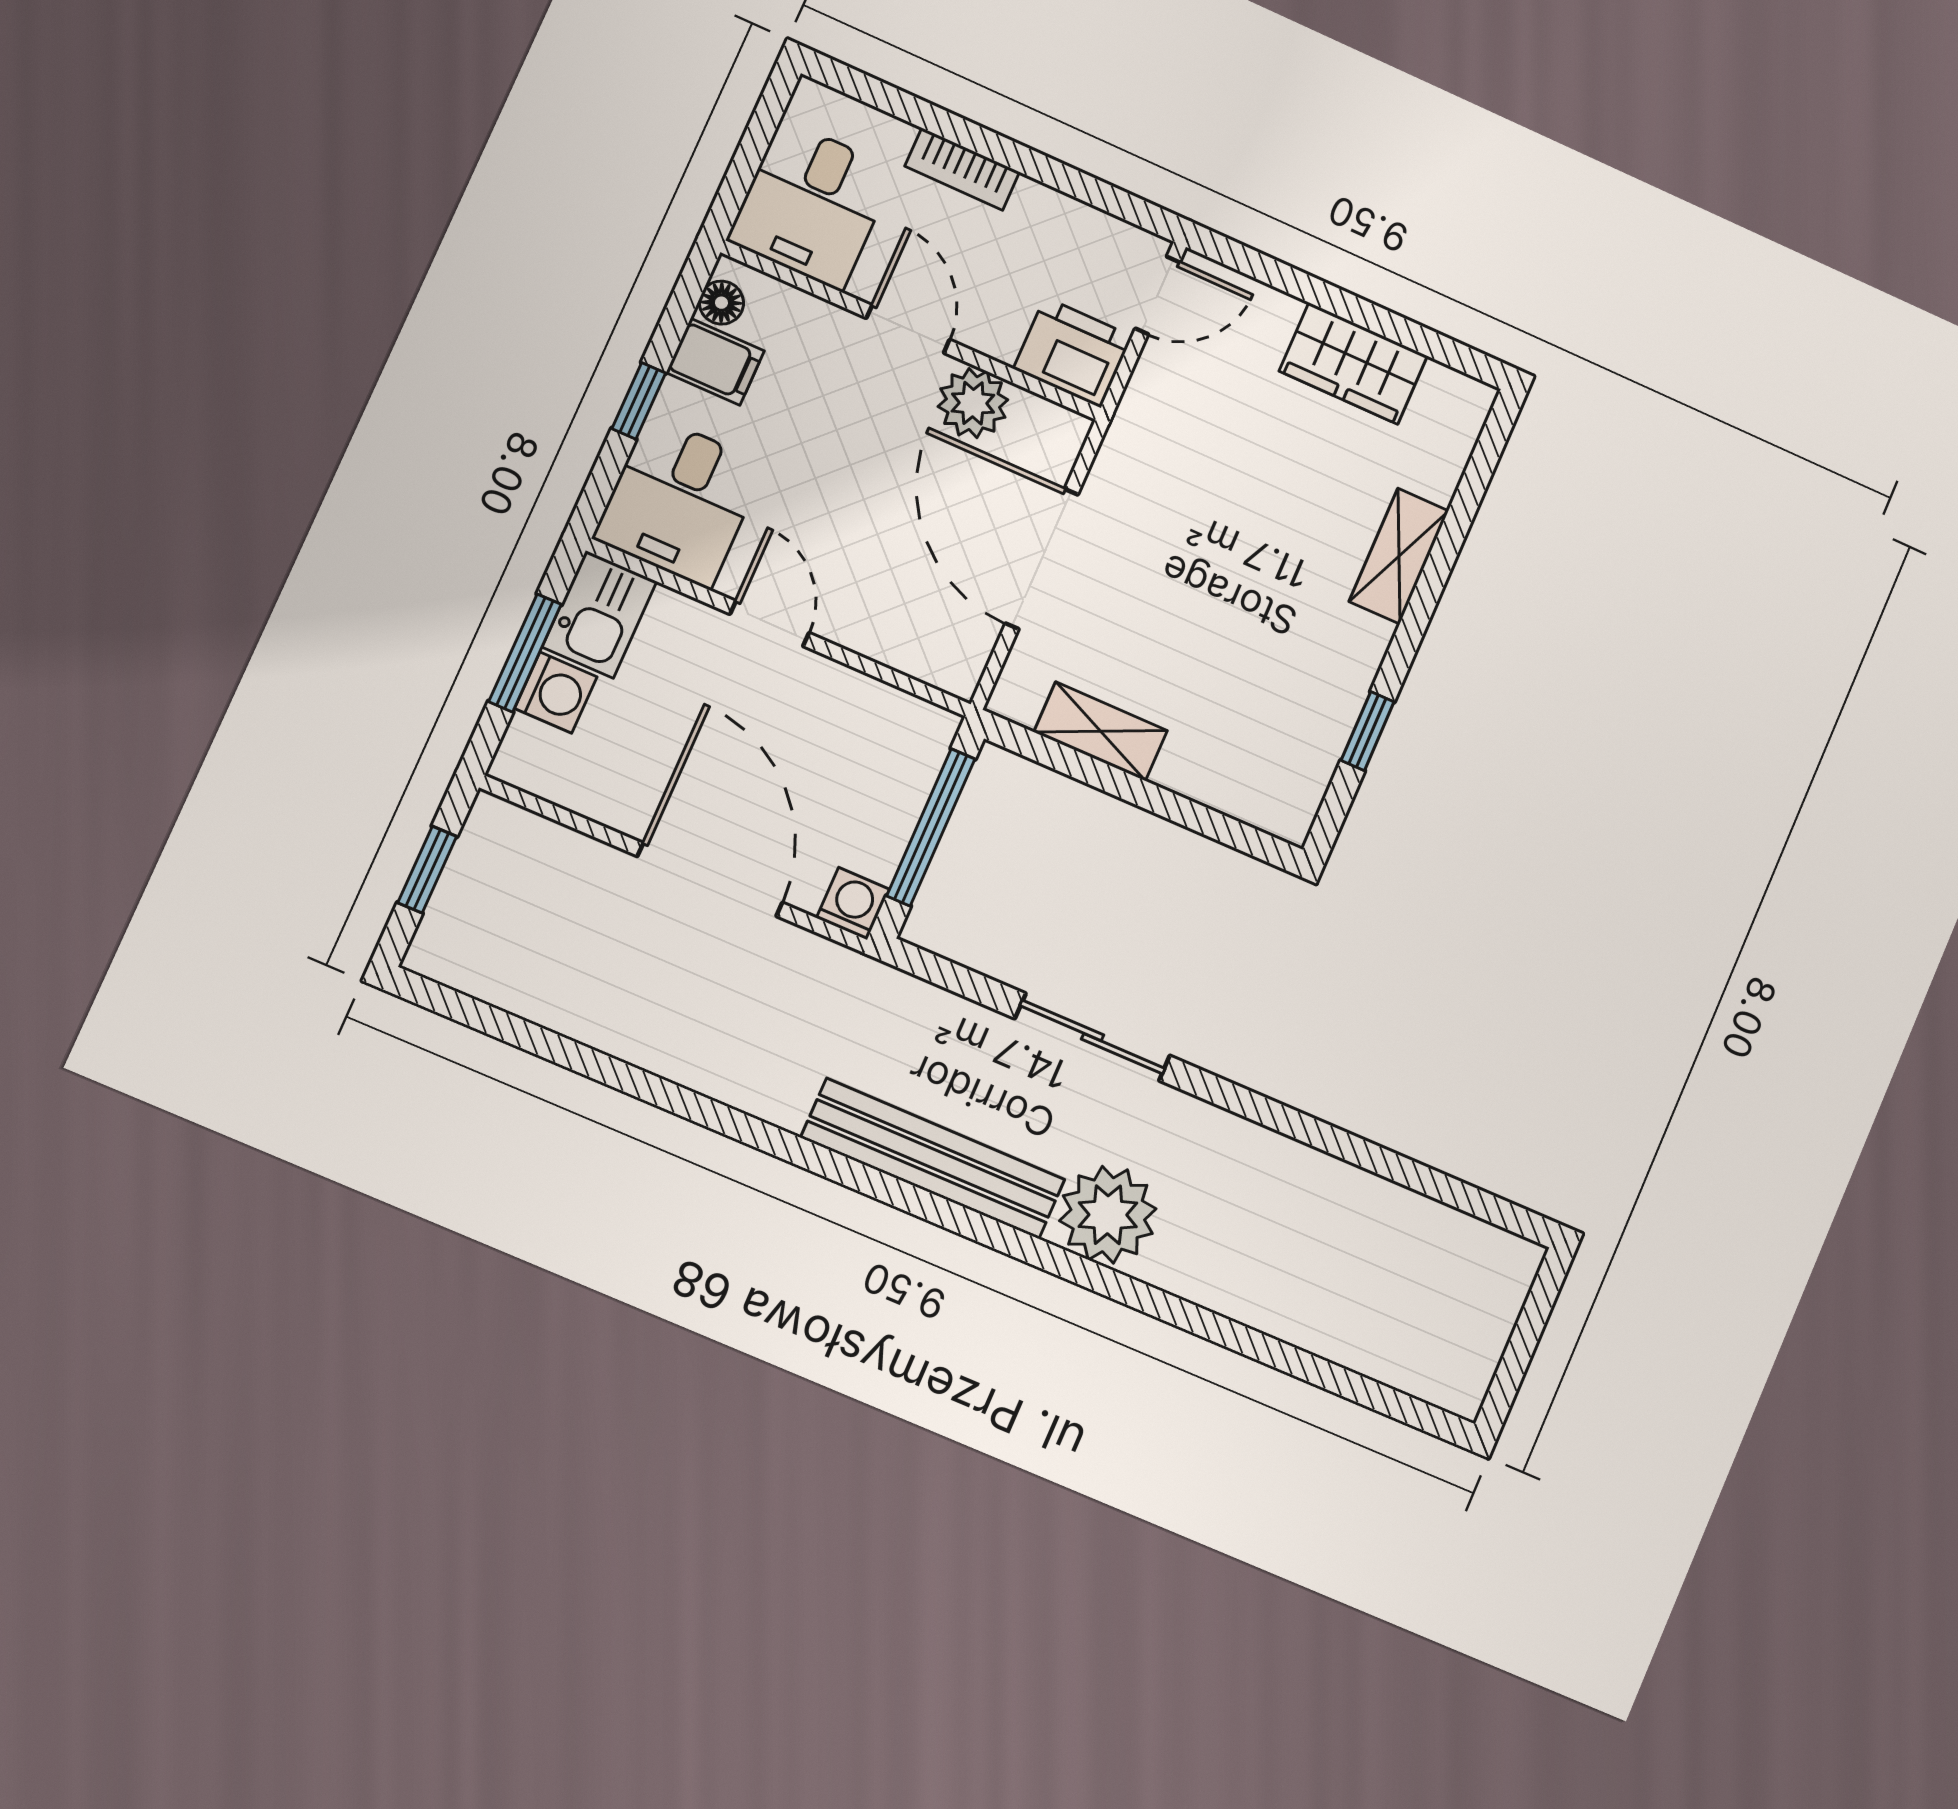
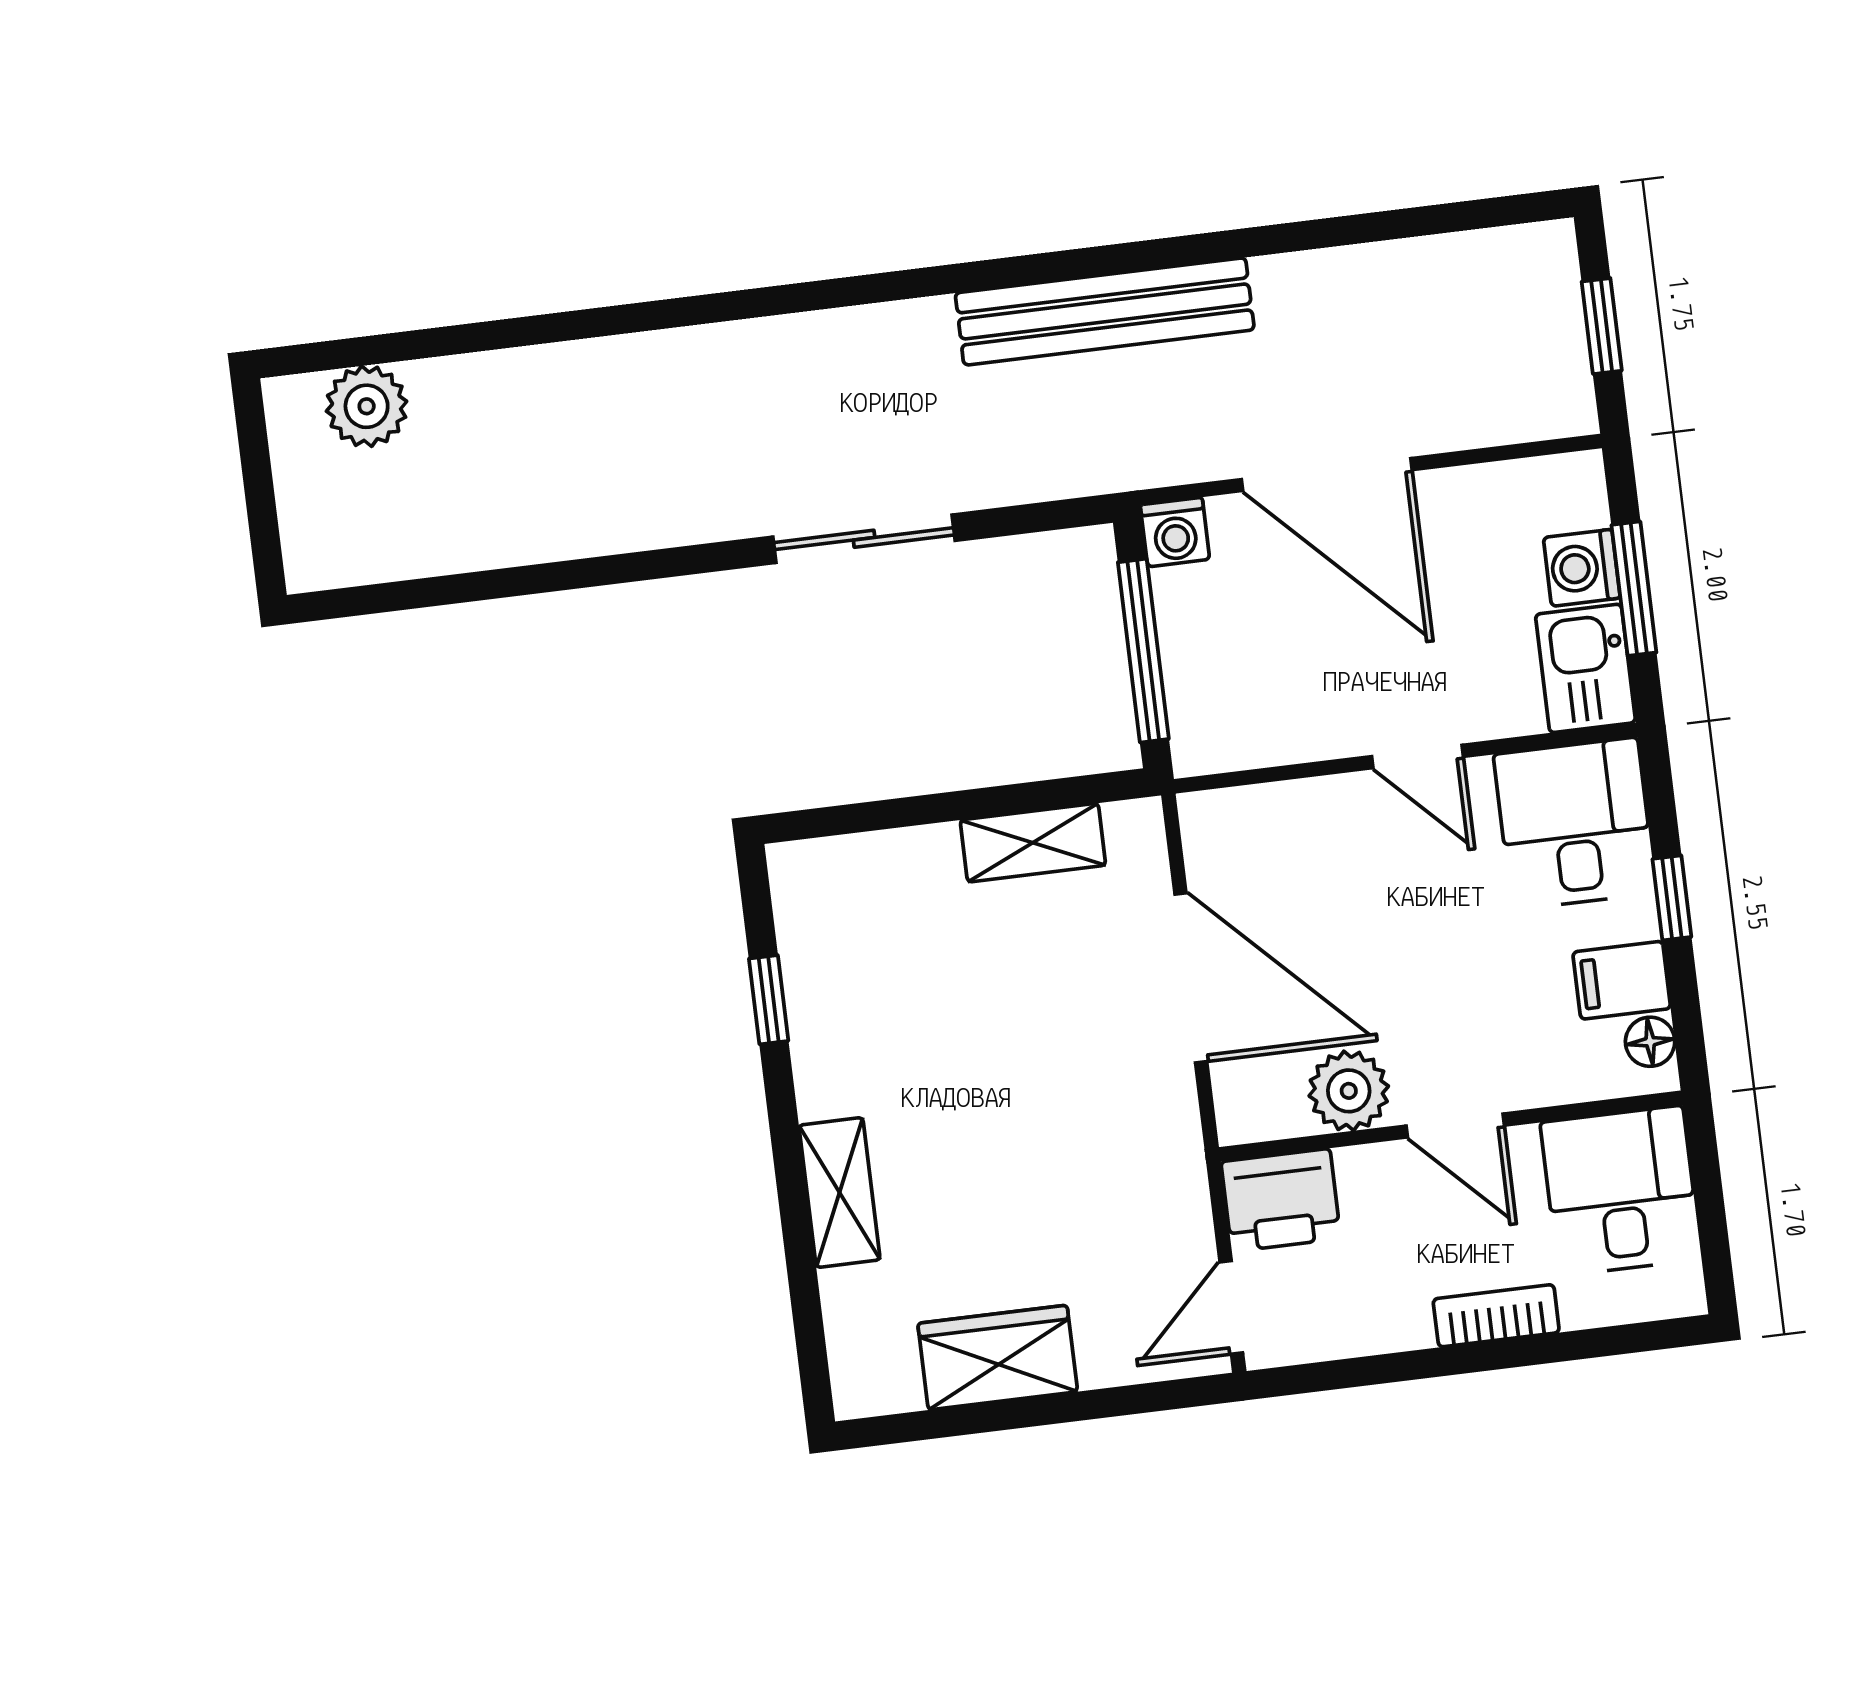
bench: (933, 1159) -> (1105, 311), moved
plant: (1108, 1215) -> (367, 406), moved, width x0.73, depth x0.73

